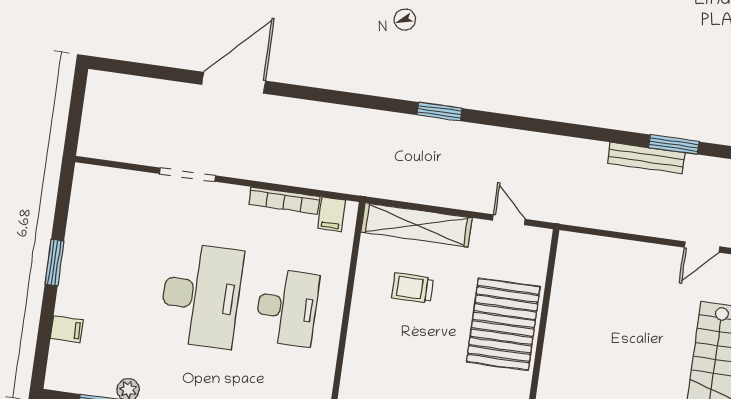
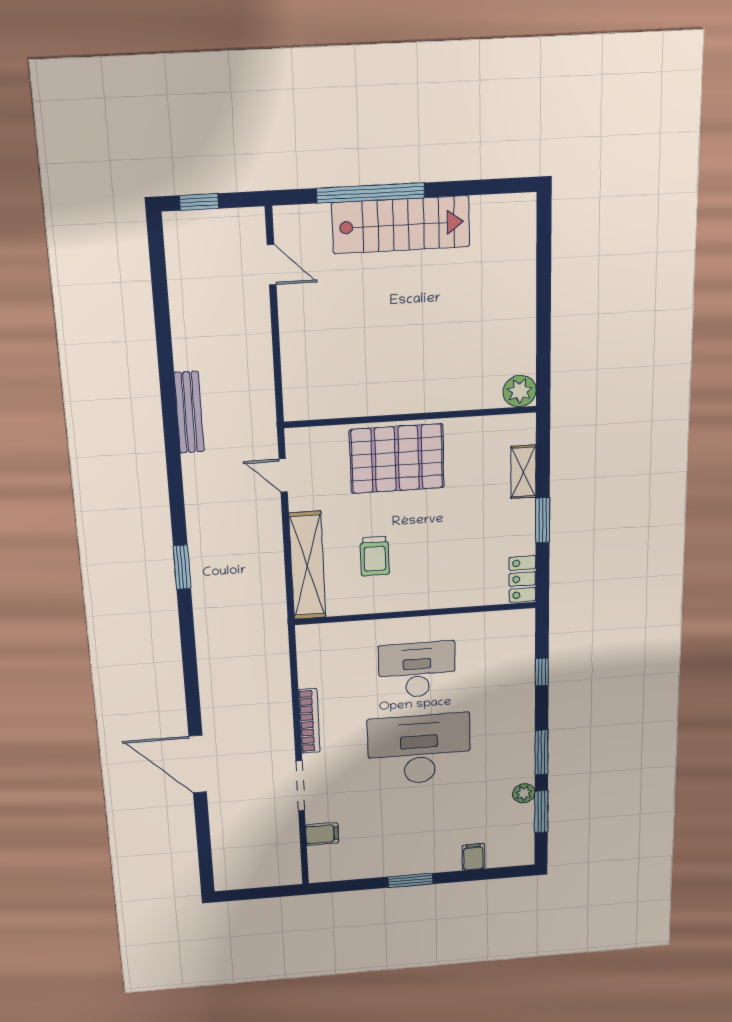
window: (674, 145) -> (162, 319), removed
bench: (646, 158) -> (189, 412), moved
bookcase: (284, 200) -> (309, 721), moved
filing cabinet: (332, 214) -> (322, 834), moved
door: (509, 220) -> (283, 475), hinge flipped

